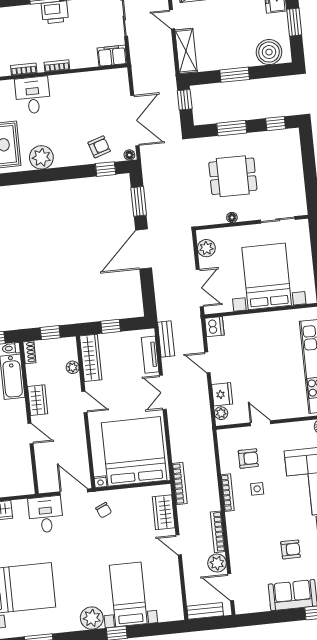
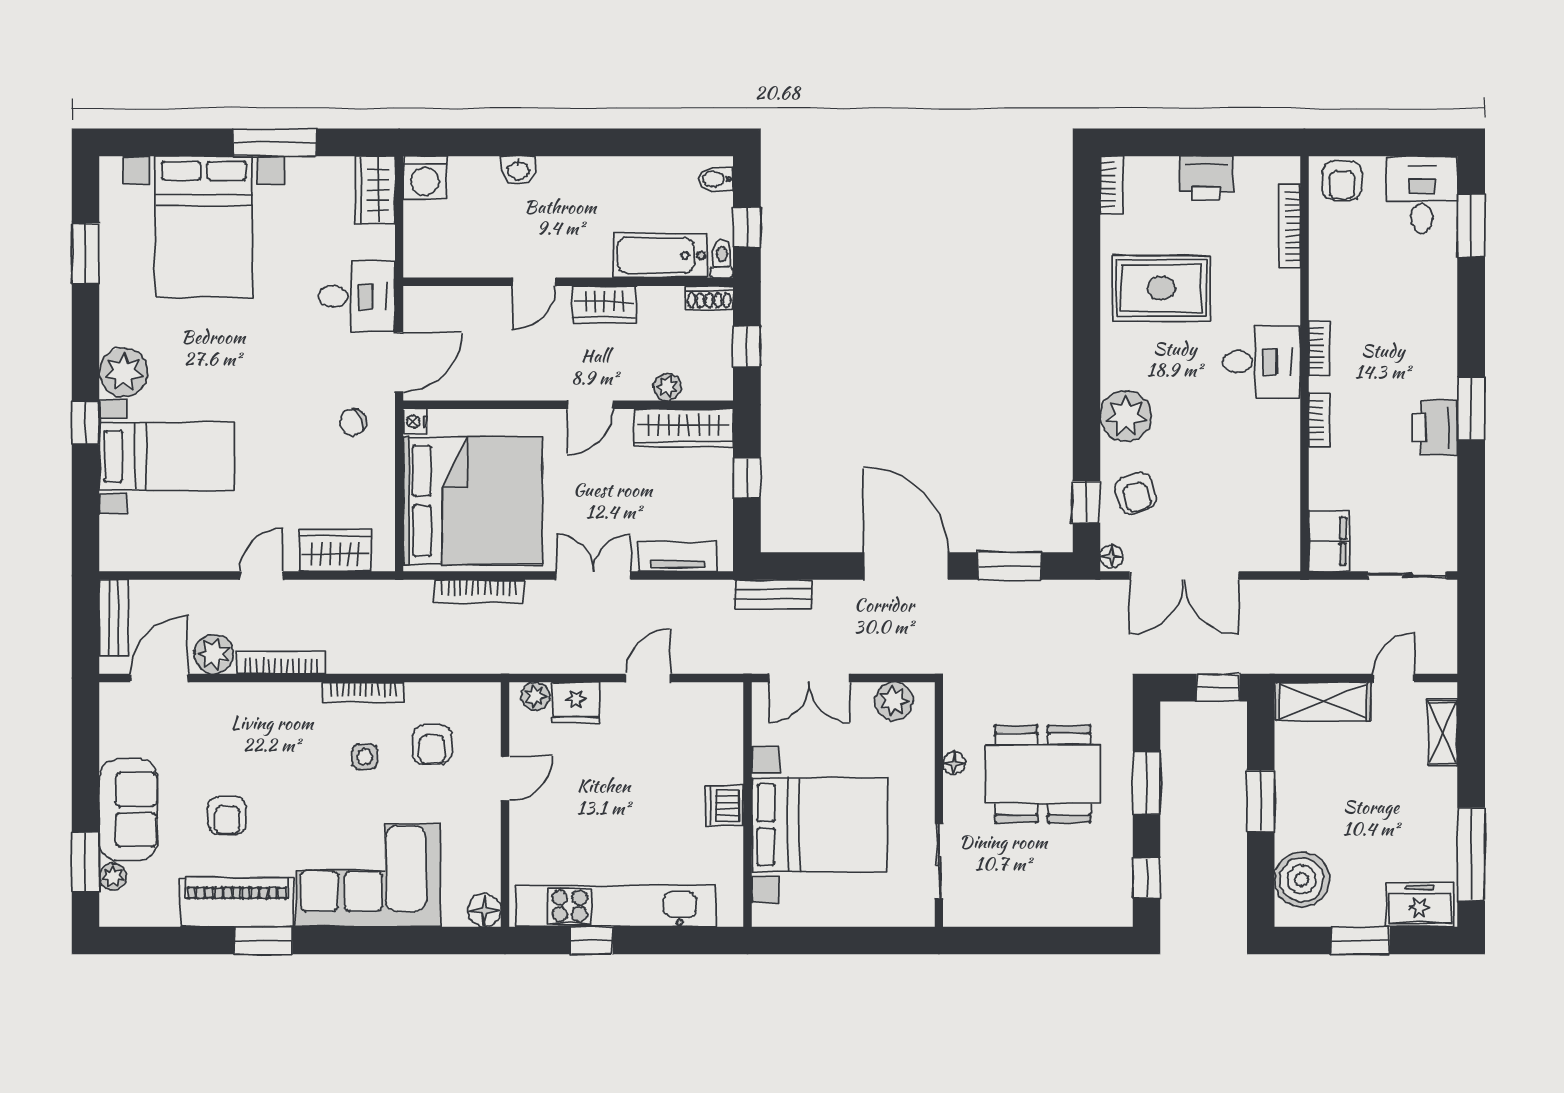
plant: (41, 157) -> (1126, 416), moved
dining table: (233, 176) -> (1043, 774), width x1.38
dishwasher: (214, 327) -> (724, 806), moved, turned 90
bench: (166, 339) -> (773, 594), moved
bookcase: (180, 483) -> (479, 591), moved

